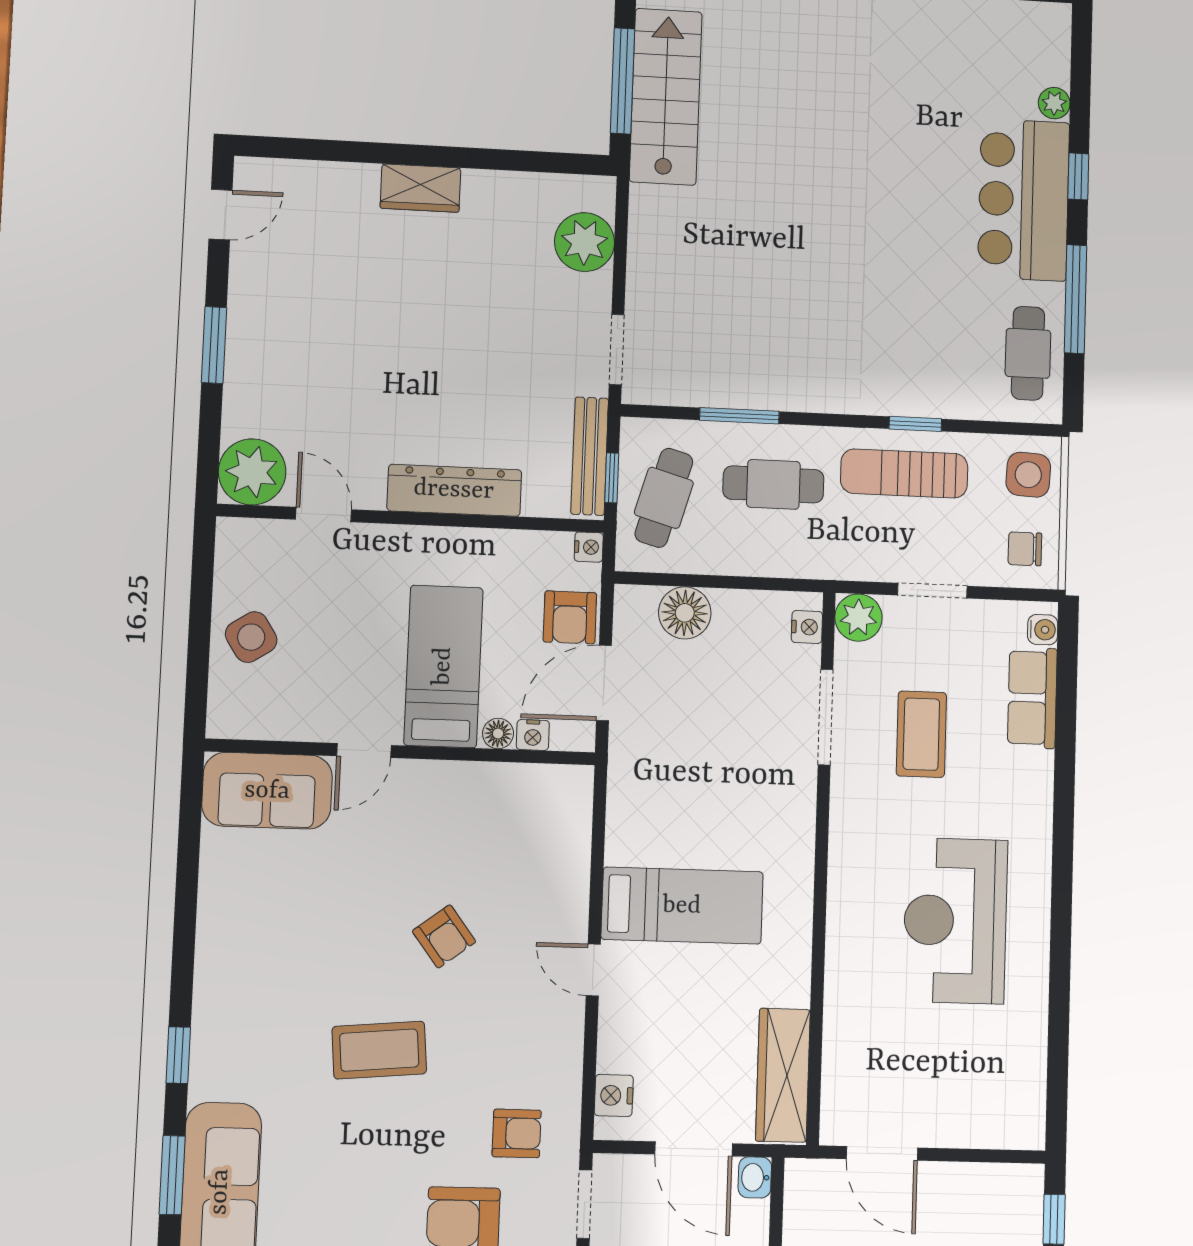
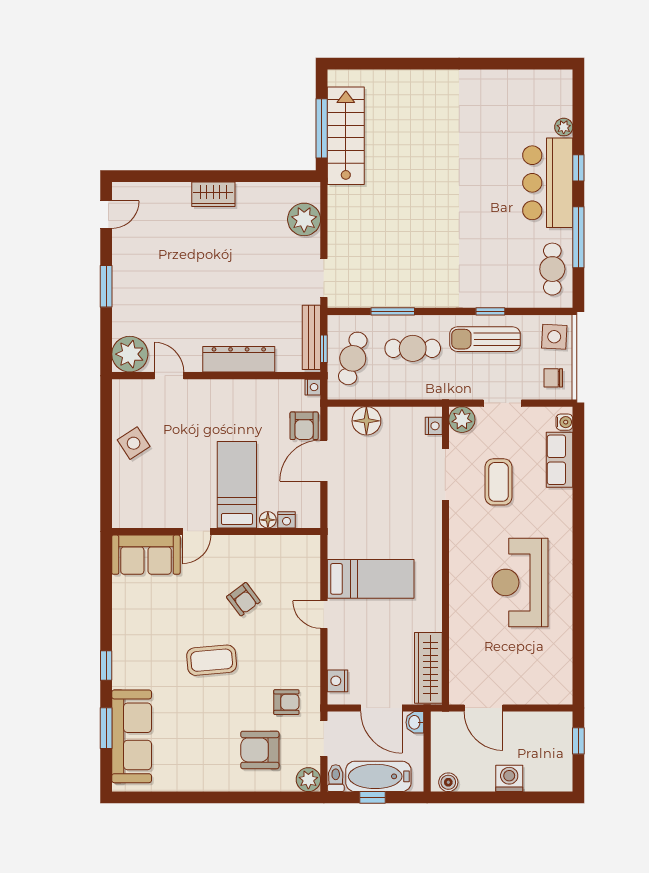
bed: (443, 666) -> (237, 485), moved
floor lamp: (498, 734) -> (268, 520), moved
nightstand: (533, 735) -> (287, 520), moved
door: (364, 751) -> (196, 531), moved
wall: (401, 752) -> (216, 531), moved
sofa: (267, 791) -> (146, 555), moved

